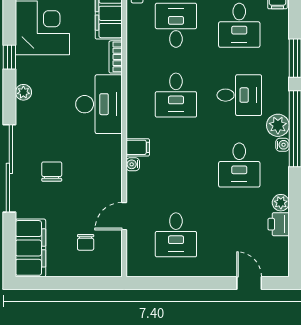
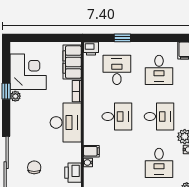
plant: (23, 92) -> (15, 96), moved
desk: (176, 95) -> (117, 116), turned -90
printer: (110, 179) -> (73, 173), added

